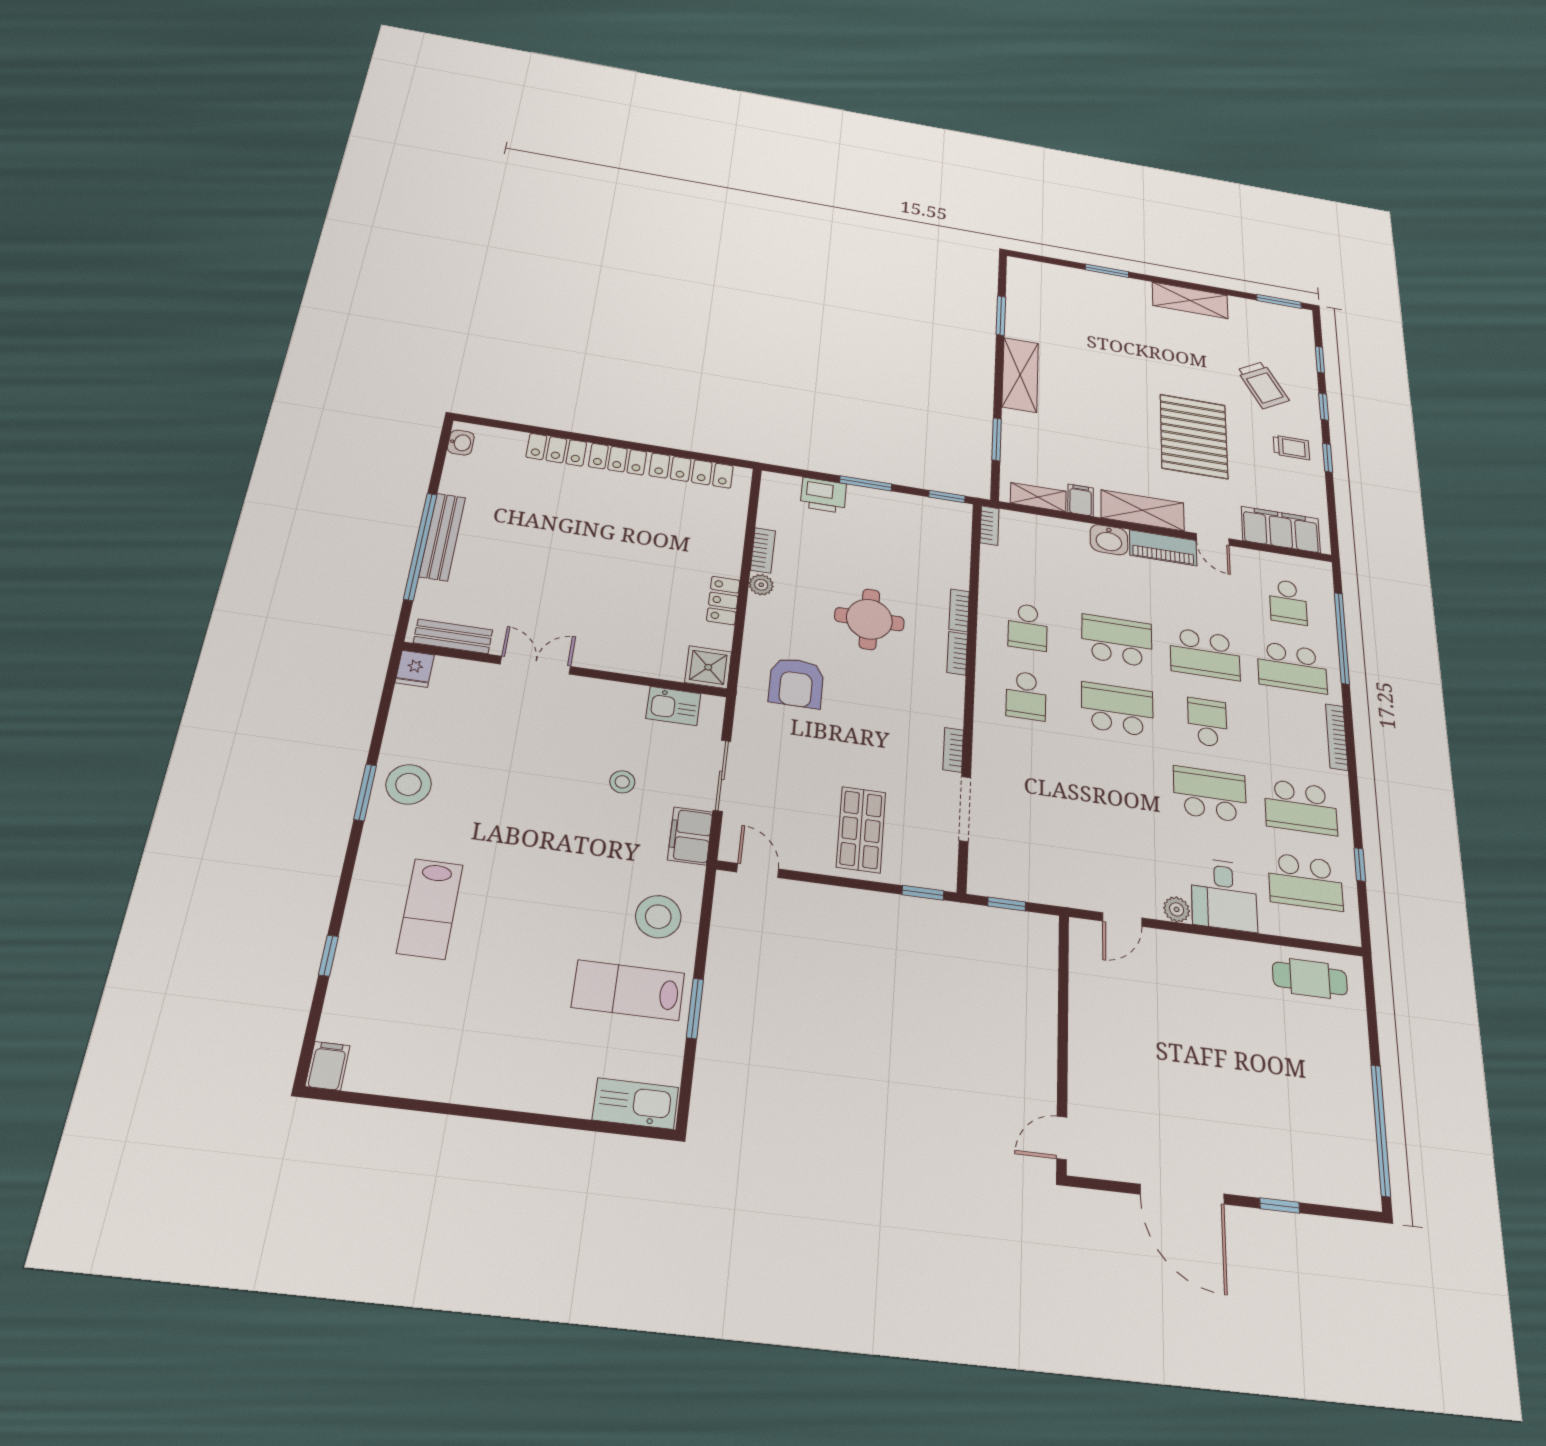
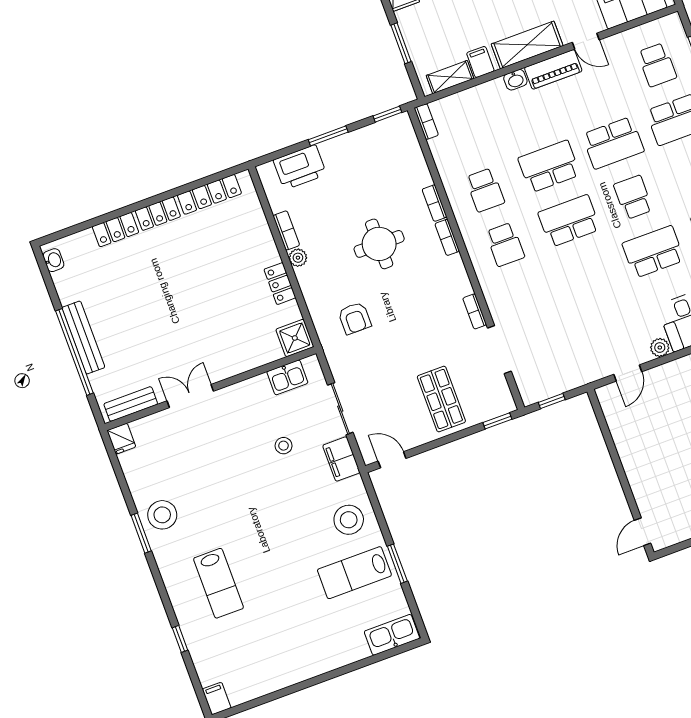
printer: (823, 495) -> (300, 167), width x1.37, depth x1.19
washbasin: (1109, 540) -> (515, 80), width x0.72, depth x0.69
armchair: (796, 683) -> (355, 318), width x0.72, depth x0.72

